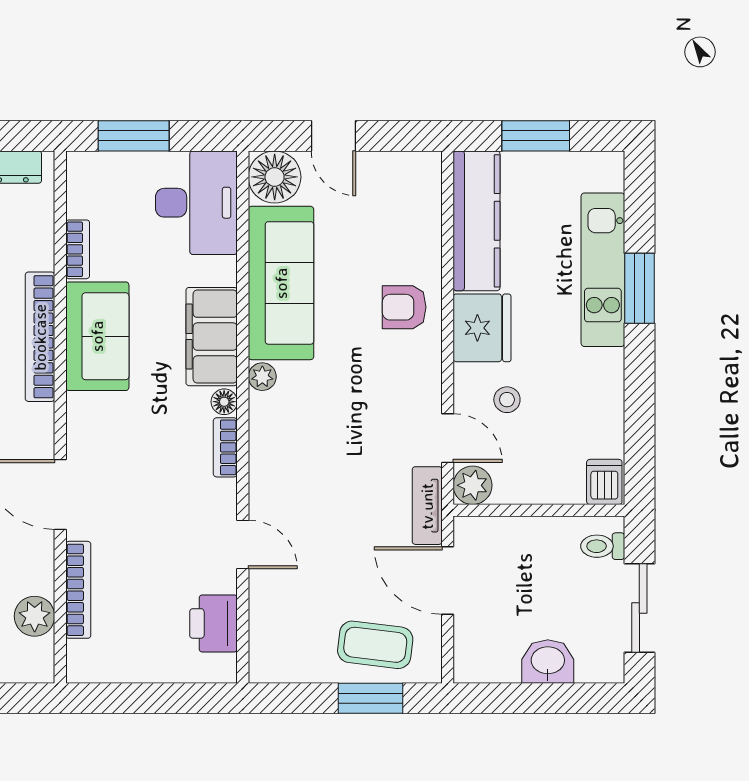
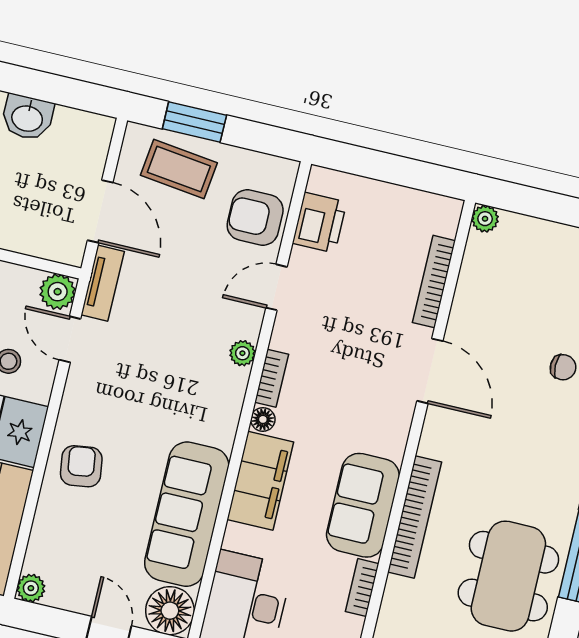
plant: (427, 166) -> (31, 588), added
armchair: (404, 307) -> (81, 466), turned -98
plant: (262, 377) -> (242, 353), moved
door: (243, 544) -> (277, 287), hinge flipped
armchair: (283, 613) -> (255, 218), added
plant: (35, 616) -> (485, 219), moved, width x0.73, depth x0.73

